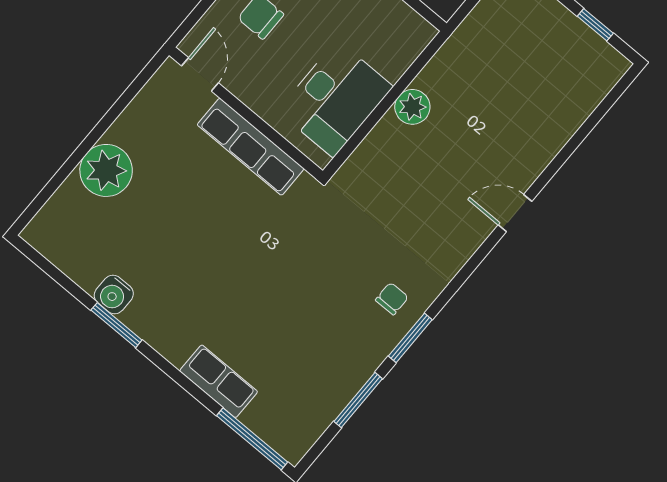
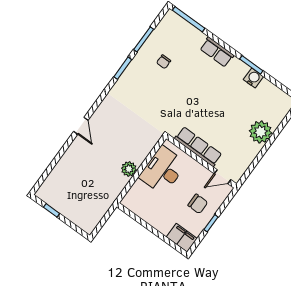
door: (200, 74) -> (223, 177), hinge flipped
door: (515, 213) -> (81, 126), hinge flipped
chair: (392, 299) -> (164, 62), moved
row of seats: (219, 381) -> (217, 52), moved

